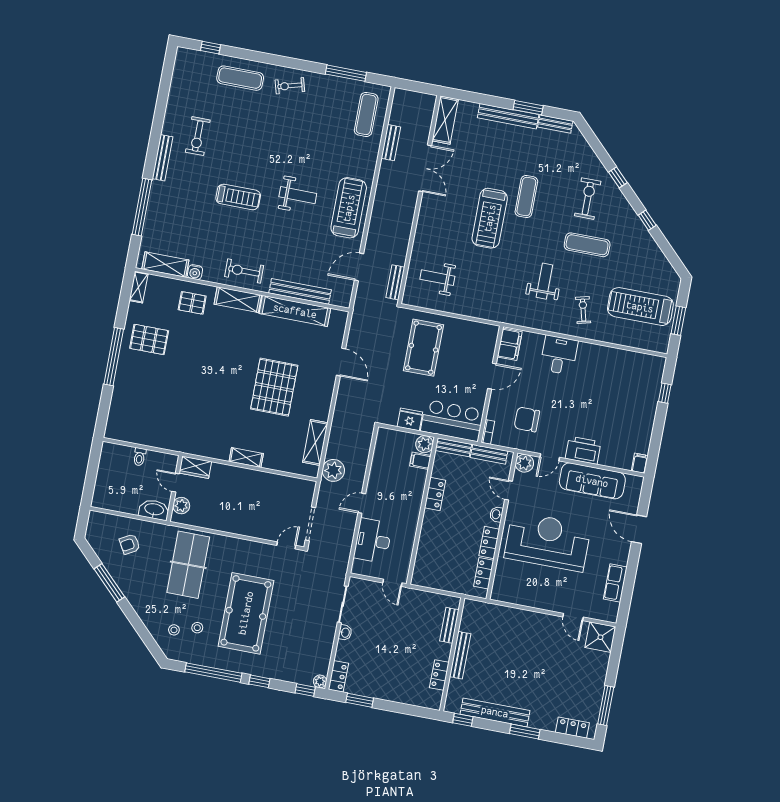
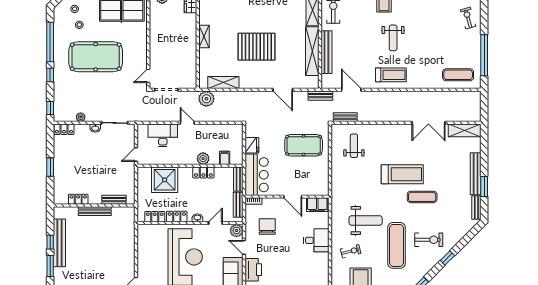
window: (346, 73) -> (484, 55), width x1.46
bench: (391, 143) -> (320, 96), moved
treadmill: (349, 208) -> (391, 75), width x0.73, depth x0.73
treadmill: (490, 218) -> (402, 174), turned 180
exercise mat: (587, 245) -> (397, 245), width x1.36, depth x1.45
weight bench: (544, 281) -> (366, 221), width x1.36, depth x1.33
door: (341, 362) -> (283, 90), hinge flipped
plant: (424, 444) -> (203, 159), moved
door: (286, 545) -> (148, 76), swing flipped
shower: (435, 550) -> (165, 180), added
plant: (320, 681) -> (81, 117), moved
window: (360, 700) -> (50, 167), moved
window: (463, 720) -> (50, 242), moved

